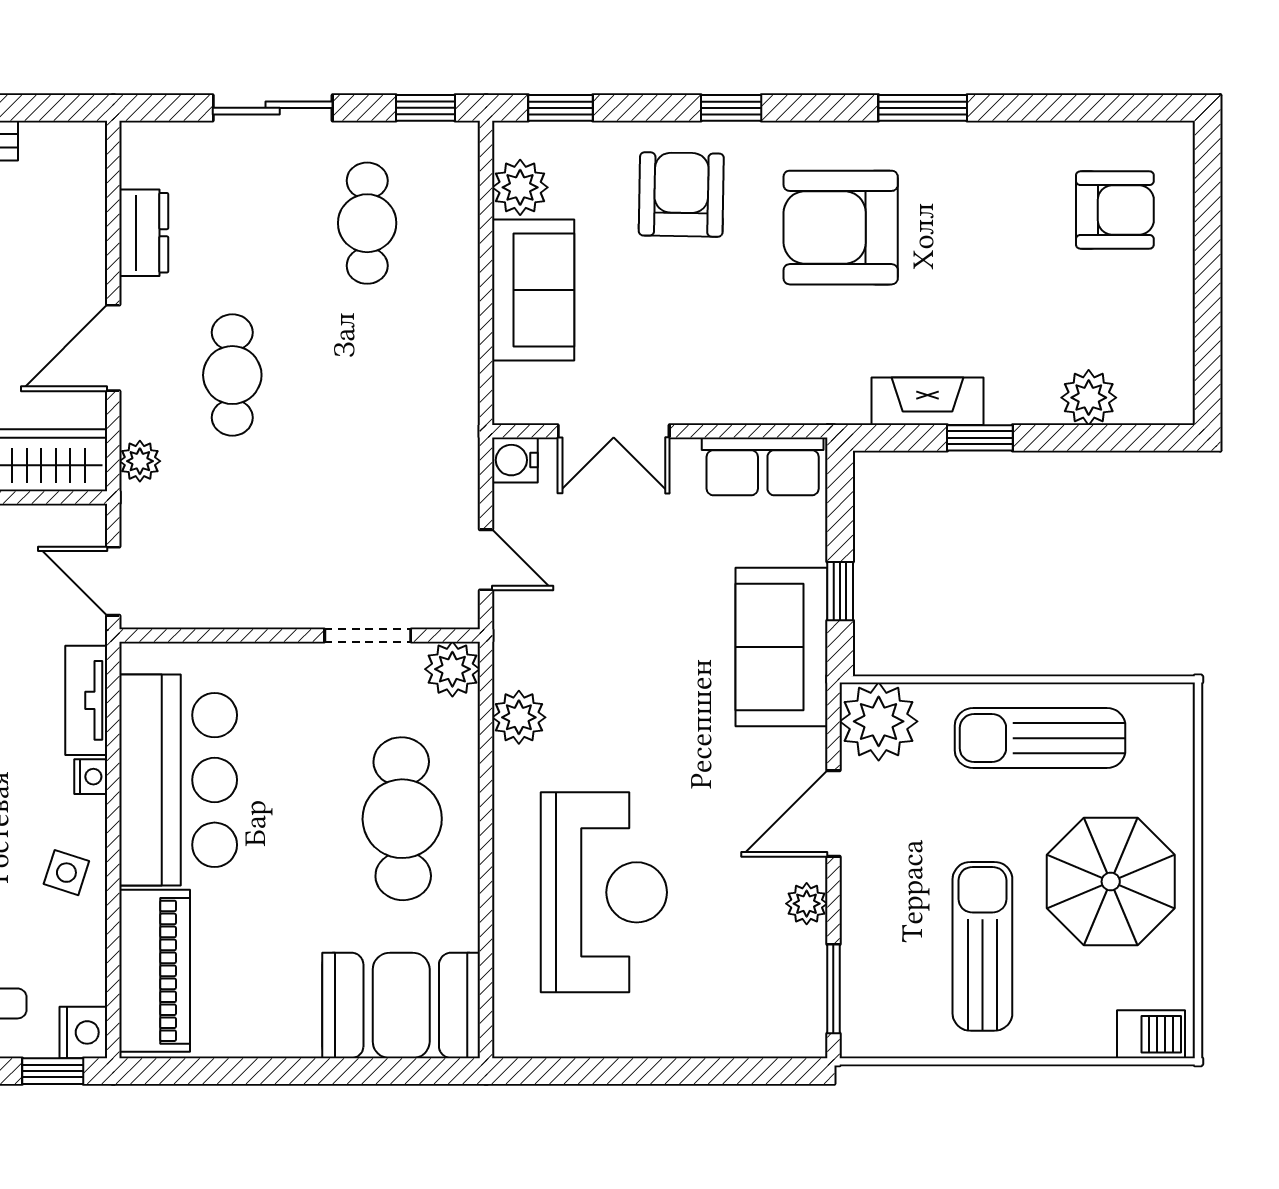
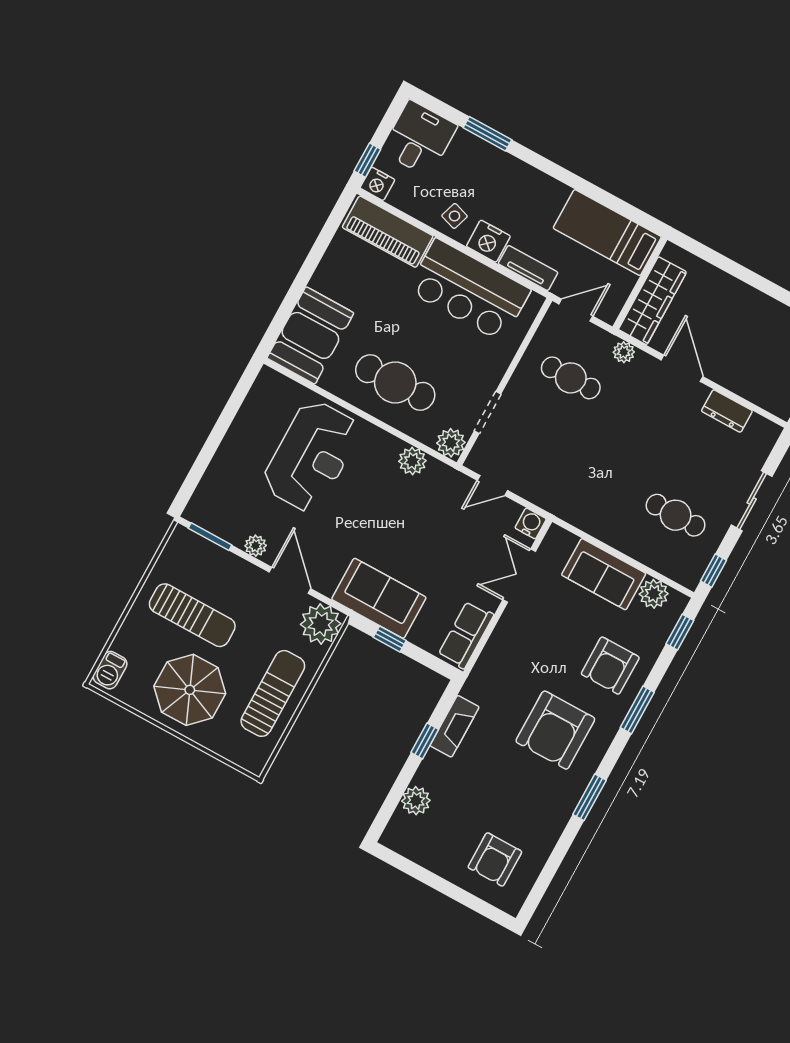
window: (731, 108) -> (637, 710), width x1.50
armchair: (681, 195) -> (610, 666), turned 89
armchair: (841, 228) -> (555, 730), turned 180
cafe table: (232, 375) -> (571, 378), moved
nightstand: (91, 777) -> (488, 241), width x1.89, depth x1.79
reception desk: (604, 892) -> (311, 456), turned -90

